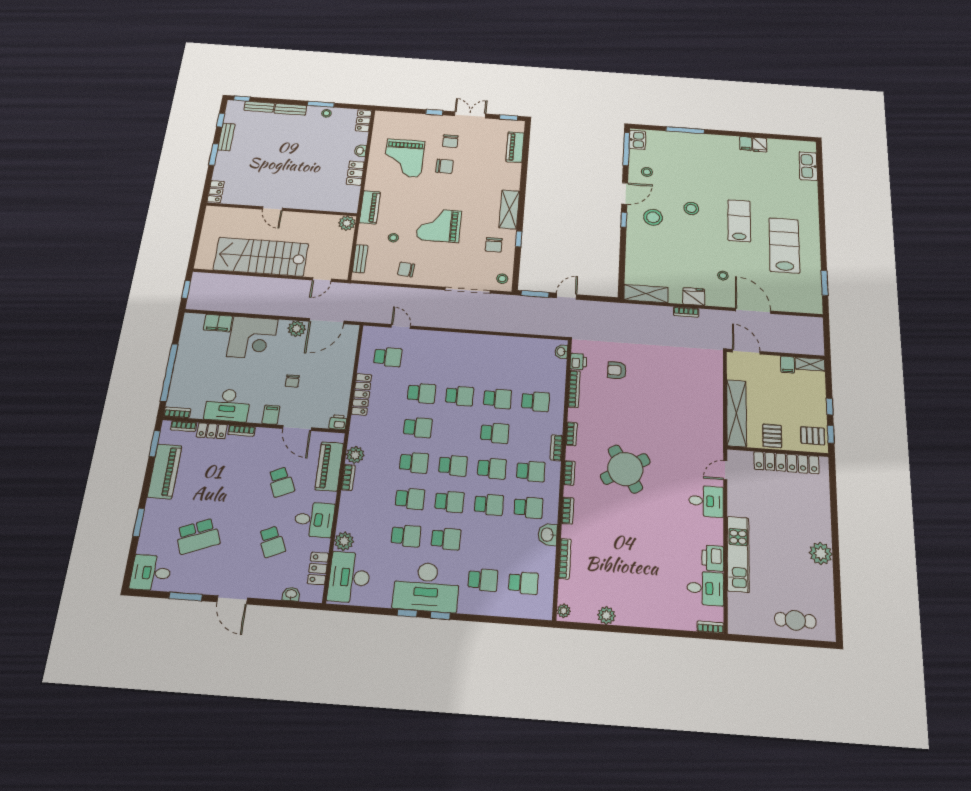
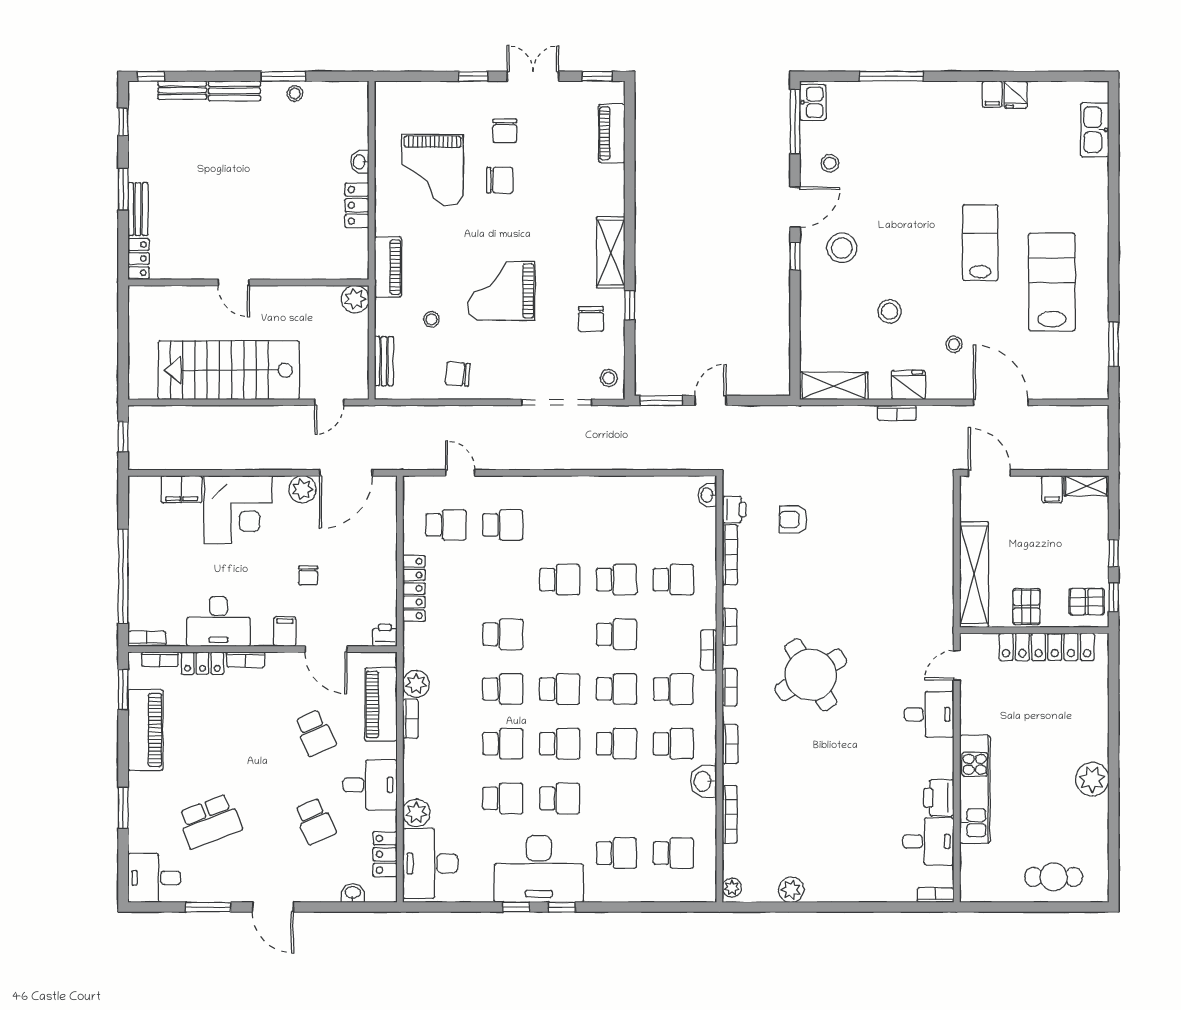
locker: (363, 121) -> (358, 103), removed
bench: (226, 137) -> (138, 209), moved
stool: (691, 208) -> (890, 311), moved
school desk: (422, 393) -> (503, 525), moved

